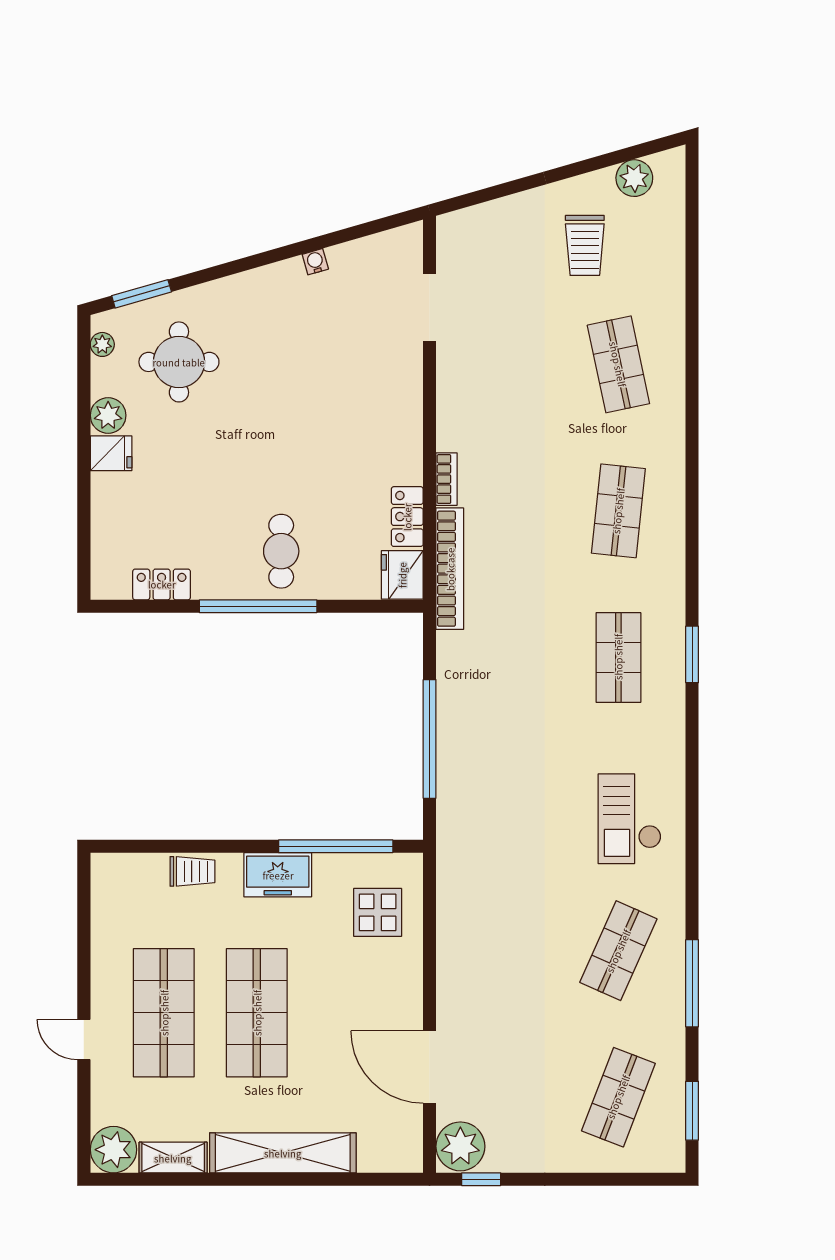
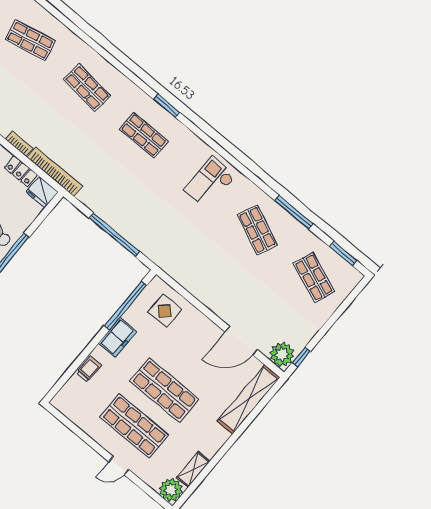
checkout: (630, 819) -> (210, 183), turned 90
shelving: (283, 1153) -> (249, 399), moved

